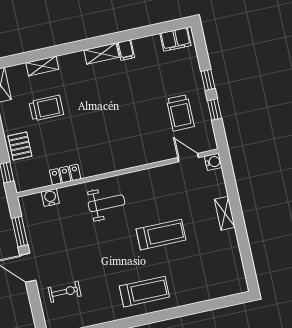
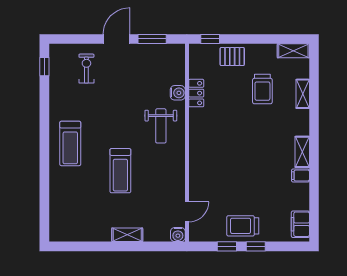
trolley: (180, 113) -> (243, 226), moved
water cooler: (50, 198) -> (178, 93), moved
exercise bike: (65, 292) -> (86, 69), turned 180

